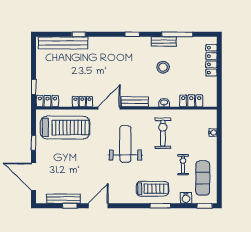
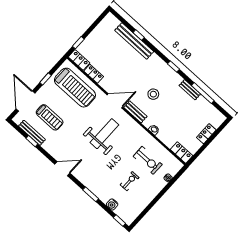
bench: (63, 43) -> (134, 41), moved
locker: (211, 60) -> (206, 134), width x0.66
stool: (163, 67) -> (153, 94), moved
locker: (191, 101) -> (181, 153), moved
locker: (82, 102) -> (94, 74), moved
exercise bike: (163, 133) -> (148, 160), moved, turned 90
exercise mat: (203, 178) -> (135, 201), removed
treadmill: (152, 189) -> (50, 117), moved
door: (98, 206) -> (62, 169), moved

